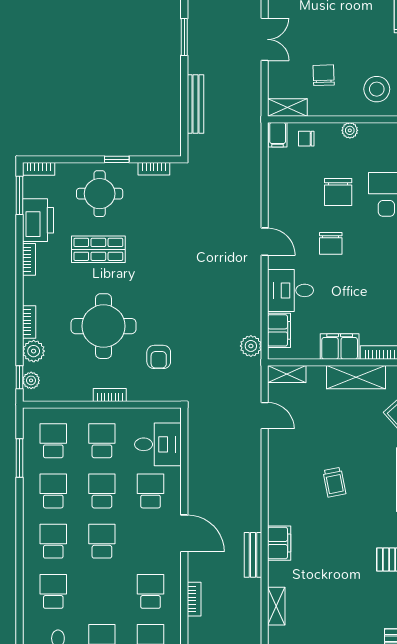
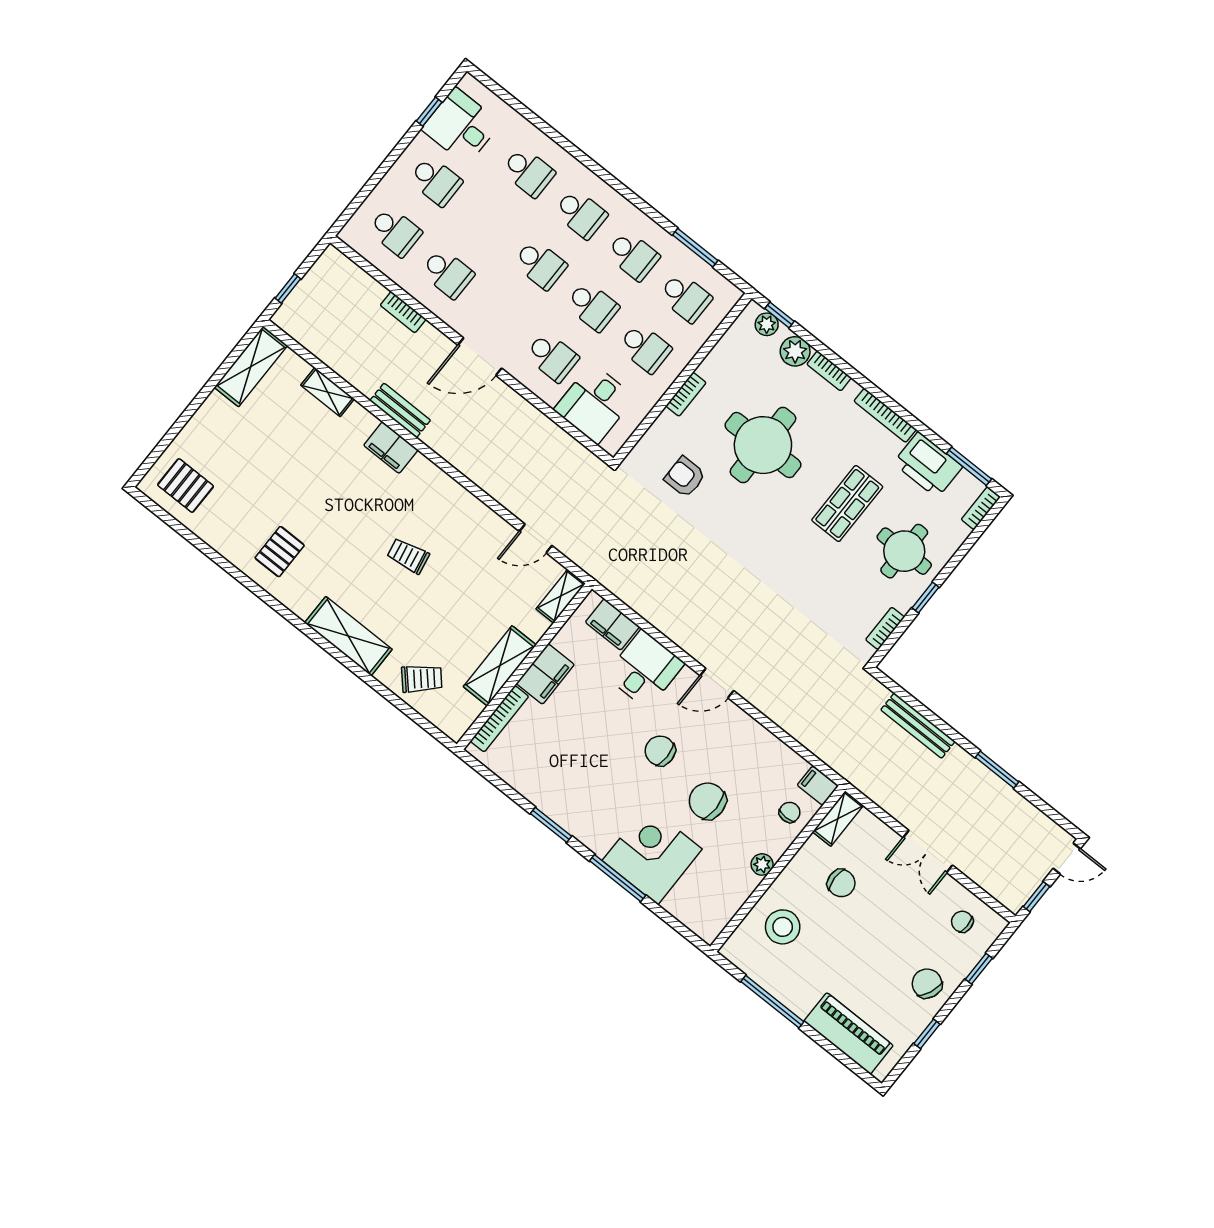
bookcase: (29, 259) -> (885, 415), width x1.56
plant: (251, 346) -> (620, 582), removed

